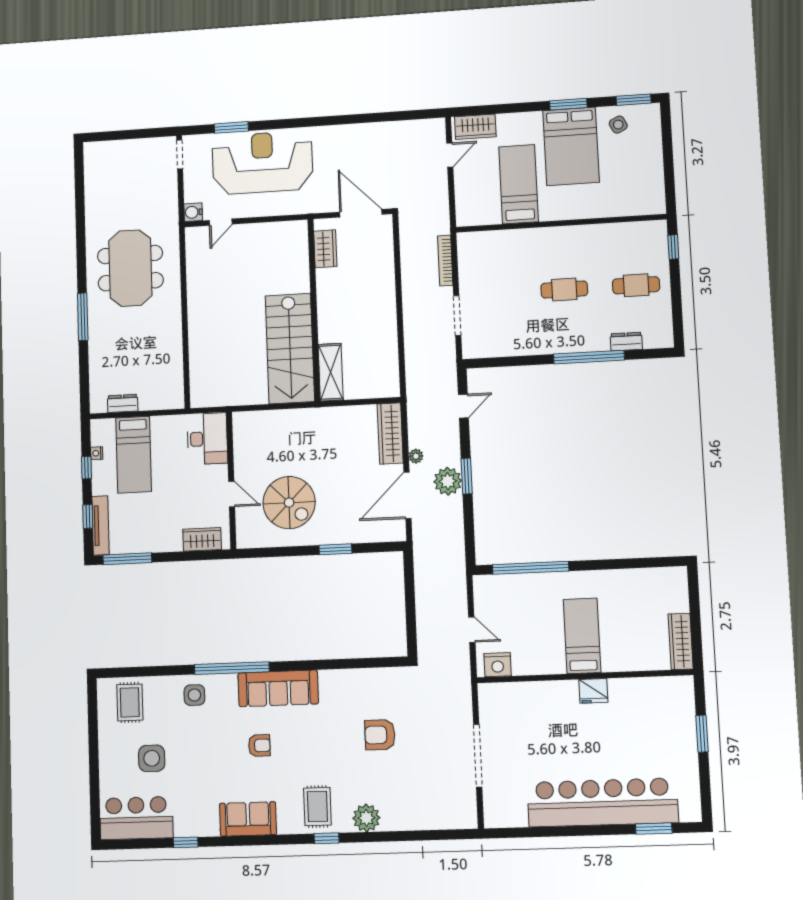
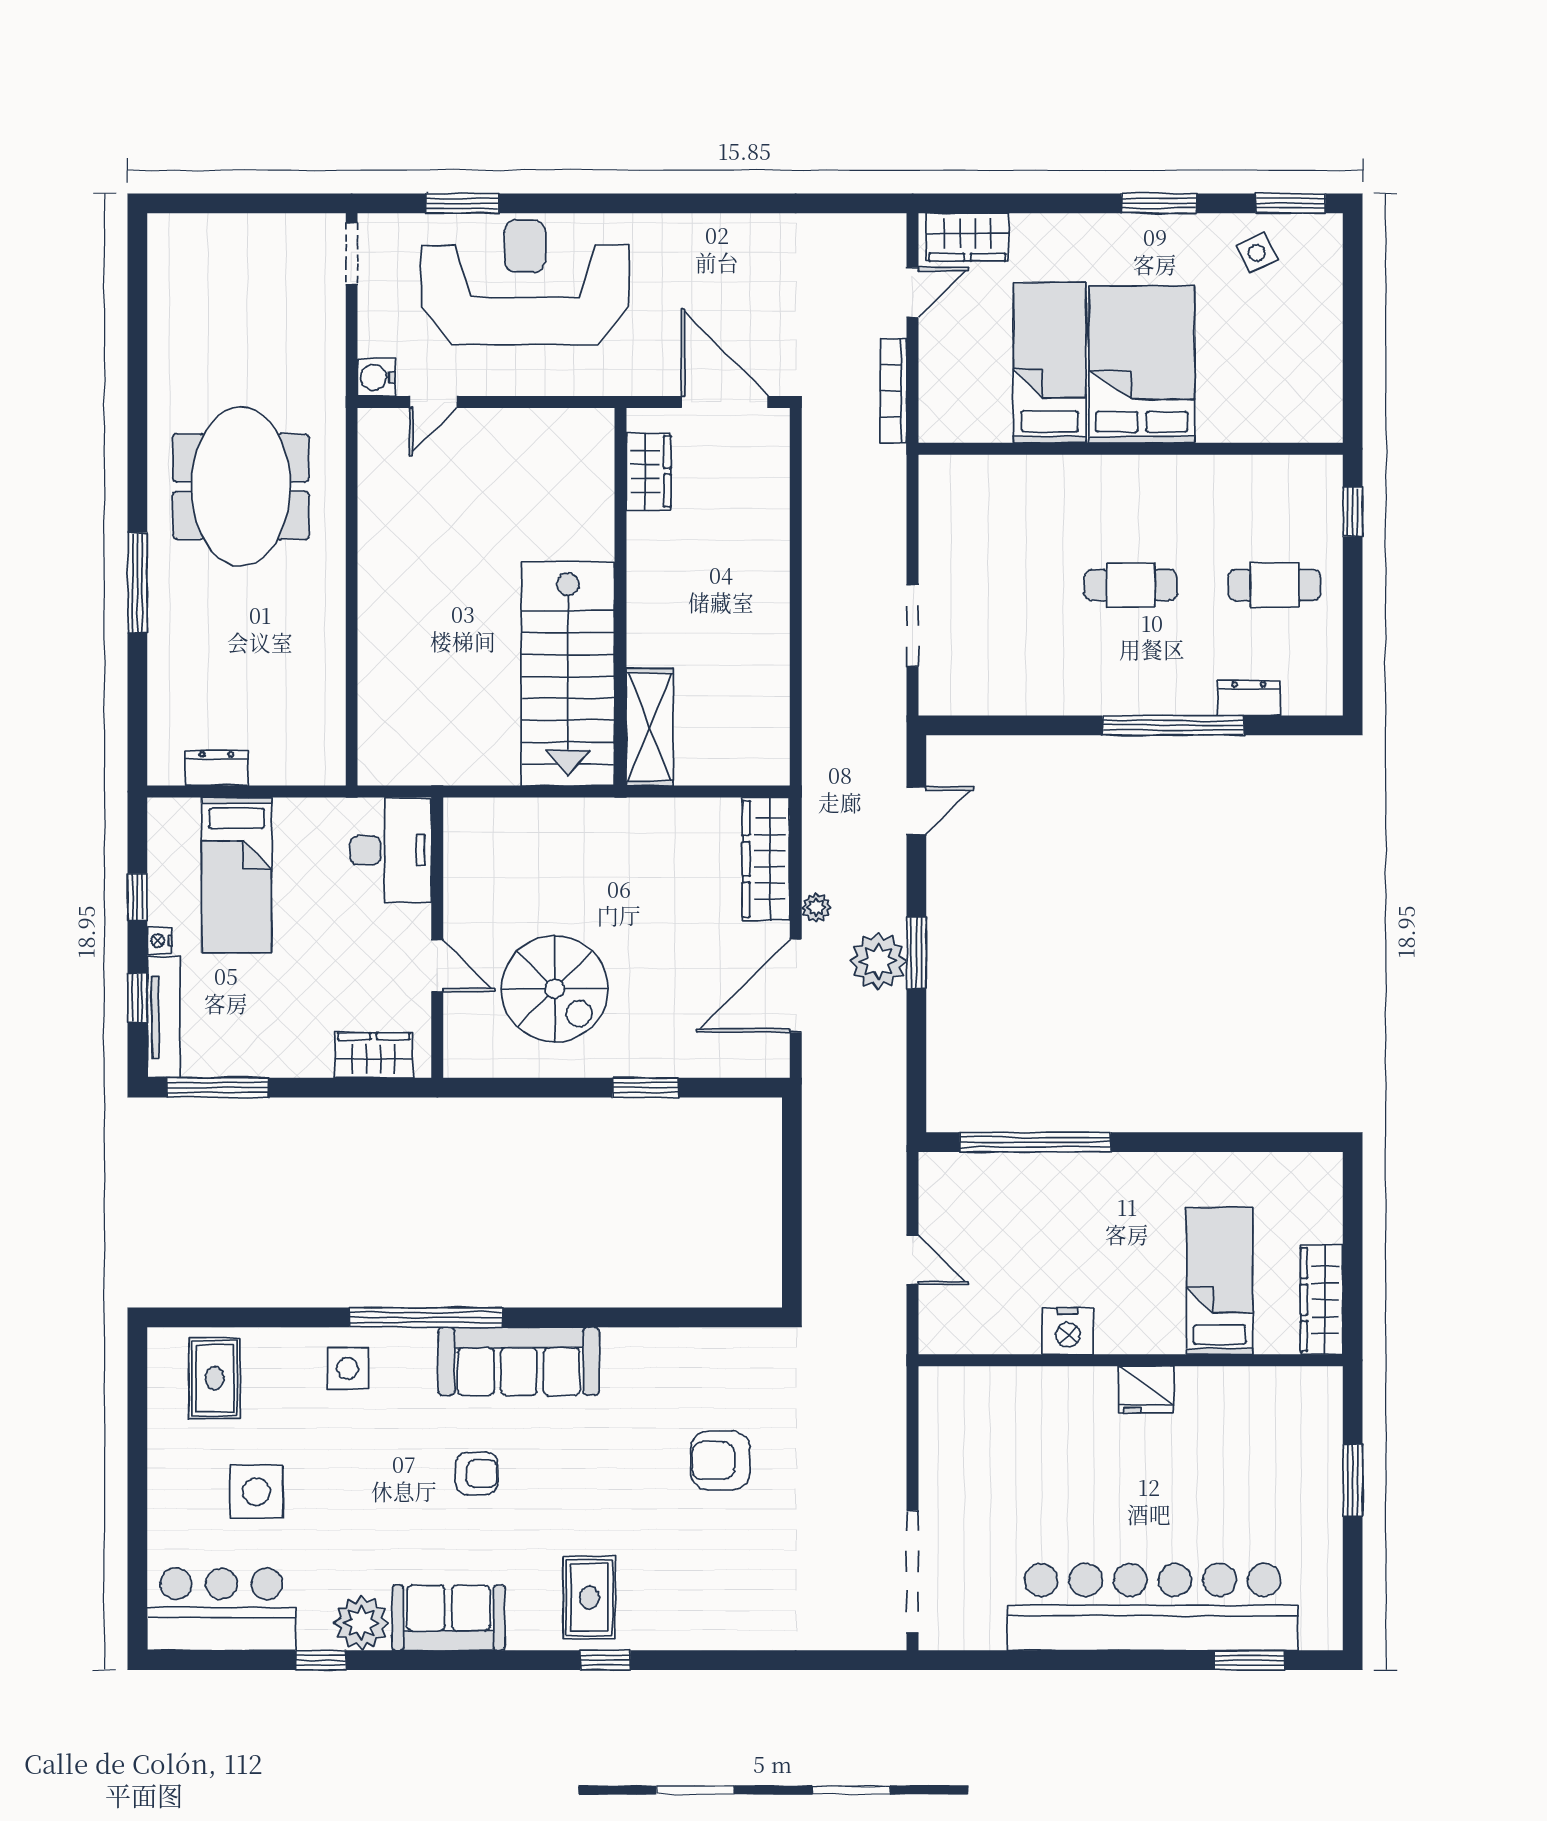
bed: (571, 146) -> (1142, 365), moved, turned 180
bookcase: (445, 260) -> (893, 391), moved
nightstand: (97, 453) -> (159, 941), moved
bed: (582, 636) -> (1220, 1281), moved
nightstand: (498, 665) -> (1068, 1331), moved
doorway: (478, 756) -> (913, 1572), moved
plant: (366, 818) -> (361, 1623), moved

